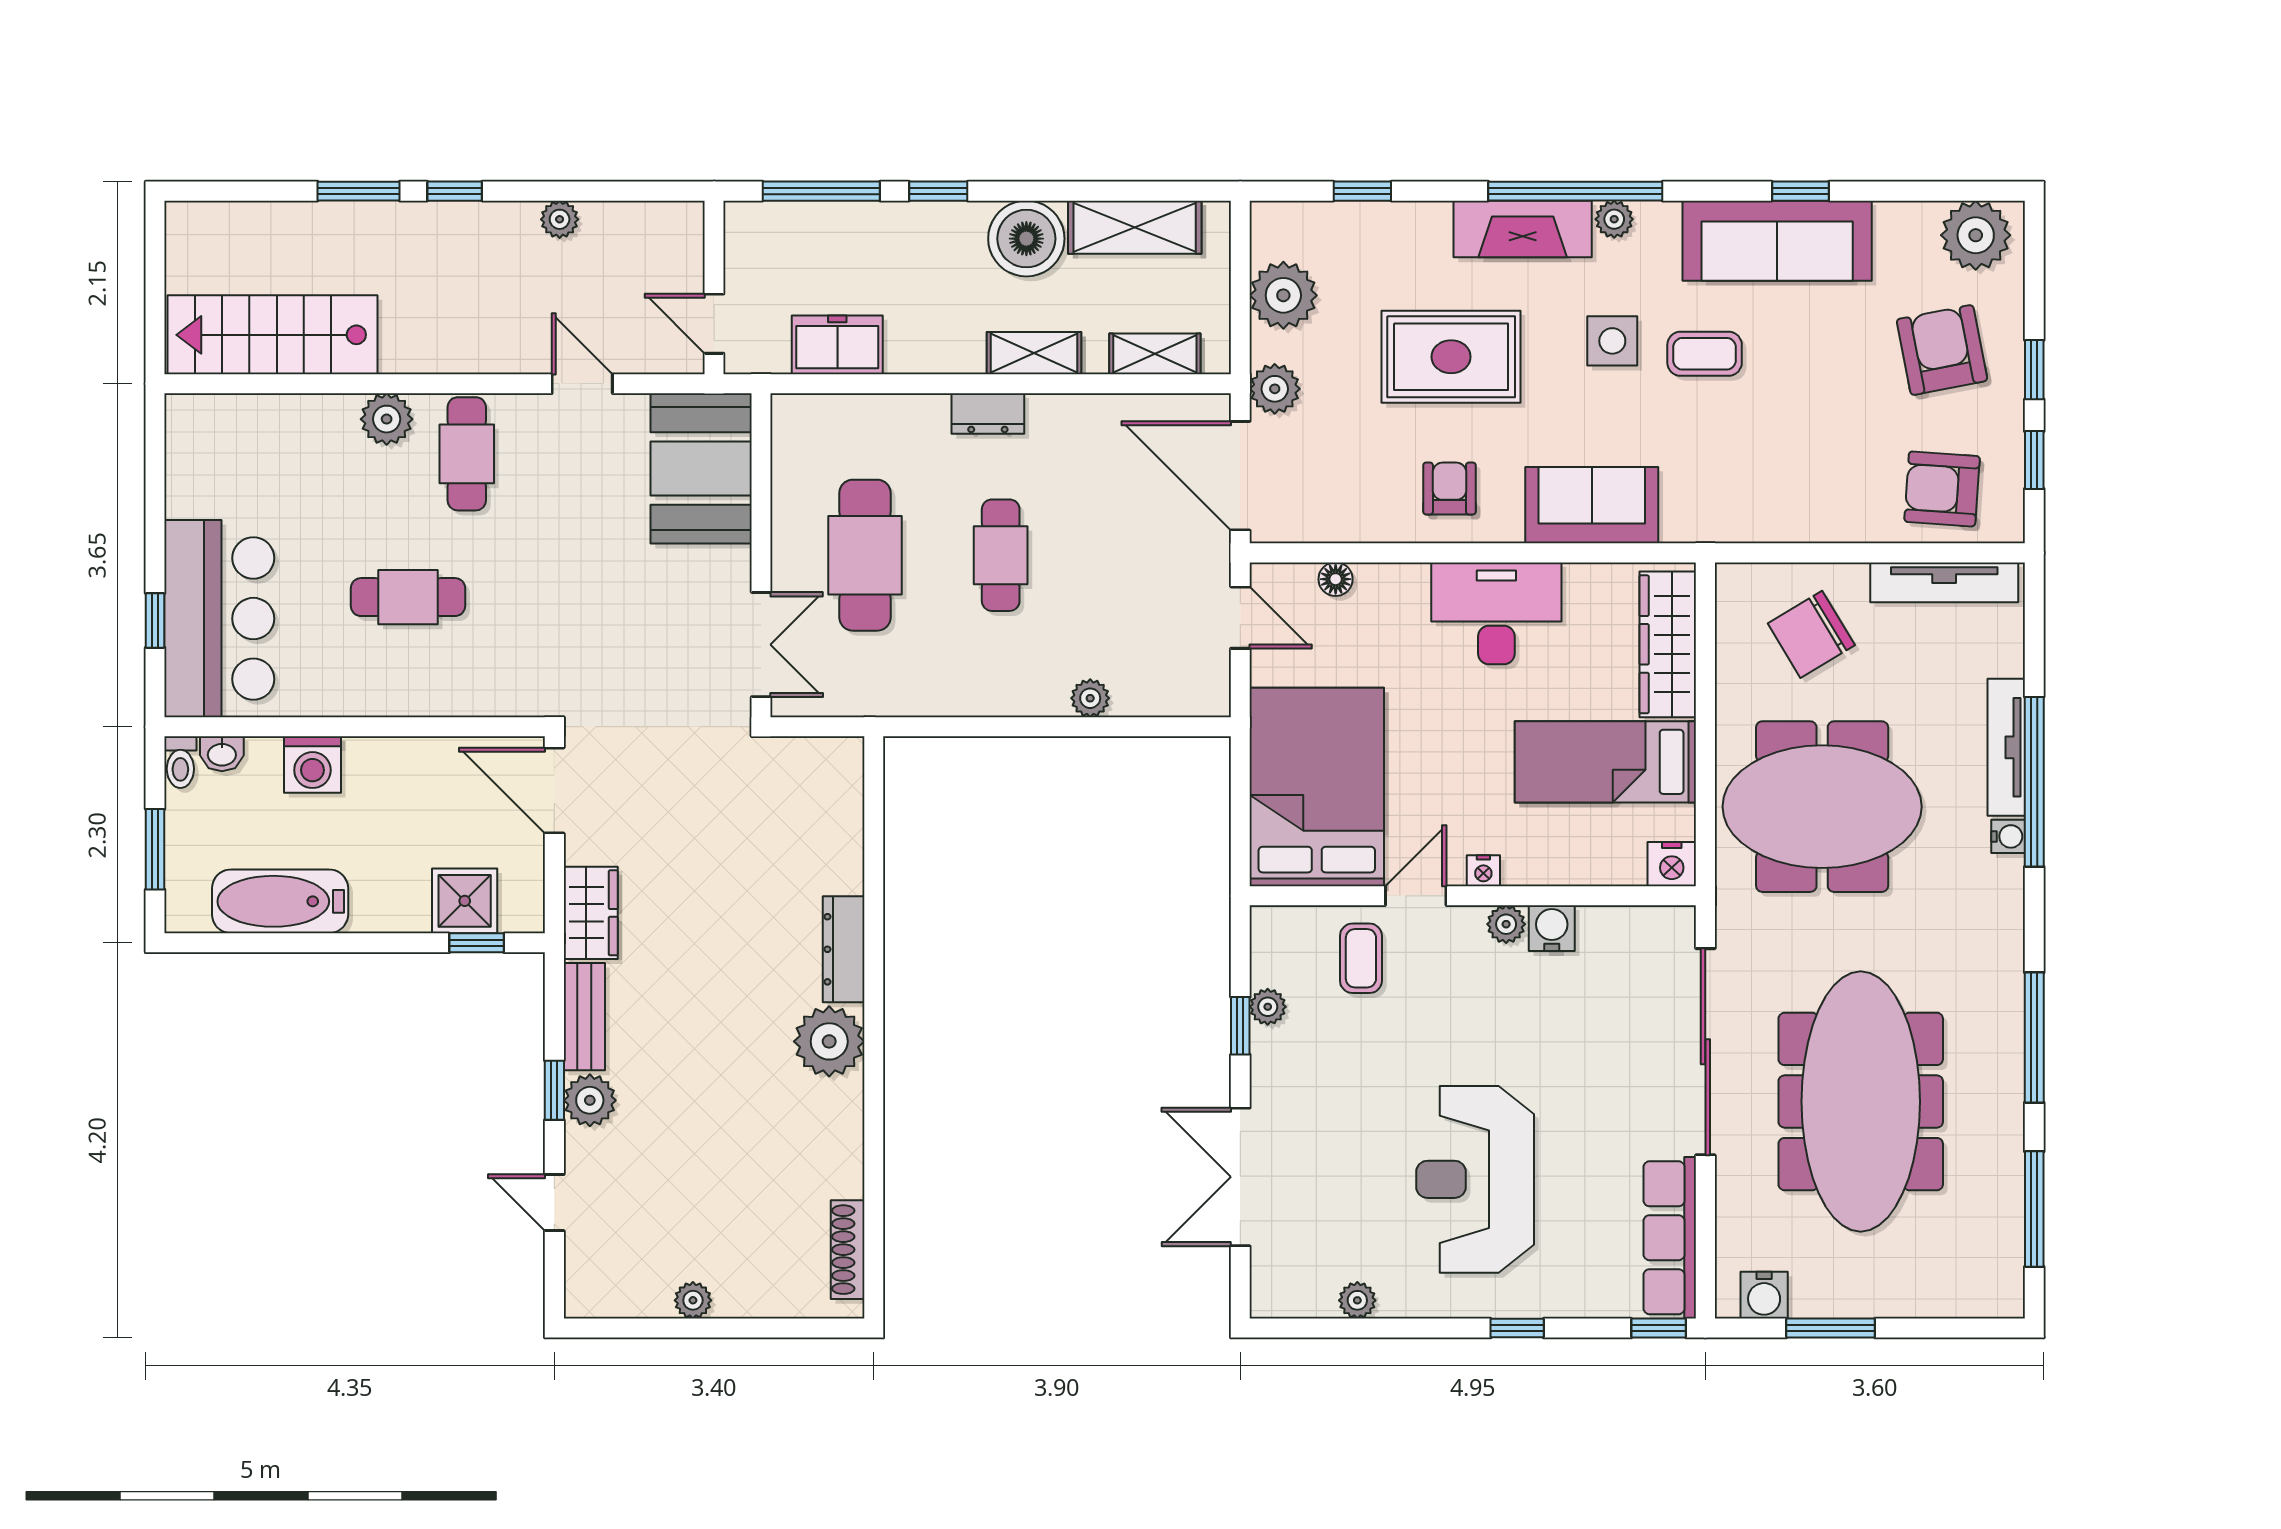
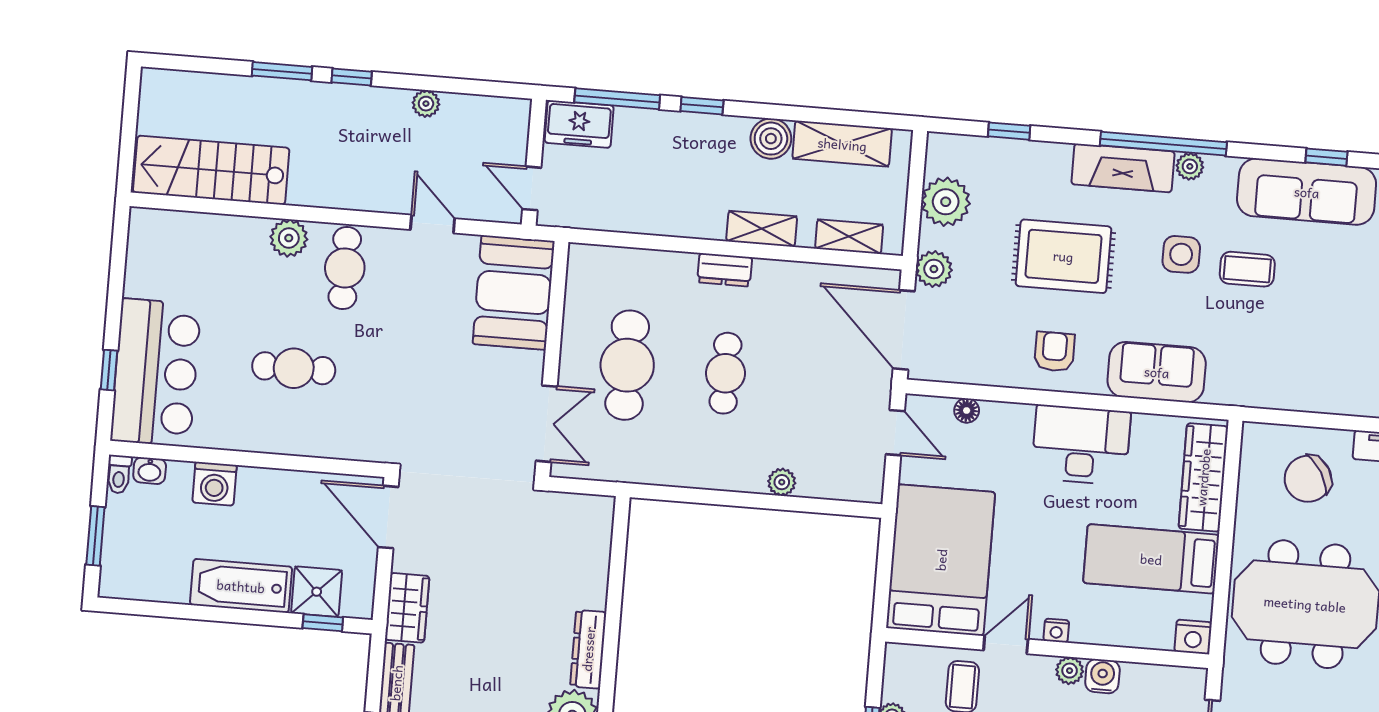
boiler: (1026, 239) -> (771, 139), width x0.73, depth x0.73
freezer: (837, 345) -> (579, 124), moved, turned 180
bathtub: (280, 901) -> (241, 586), moved

